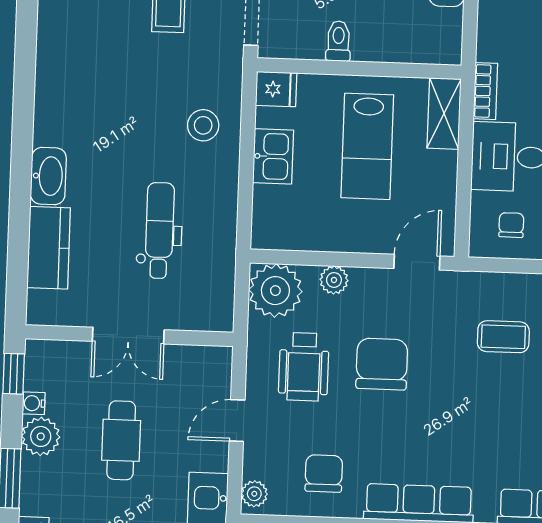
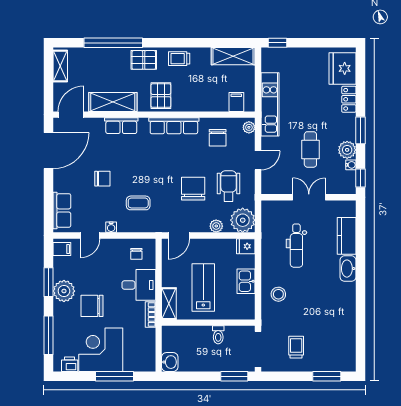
fridge: (276, 89) -> (246, 246), moved
chair: (382, 364) -> (193, 189), turned 180

